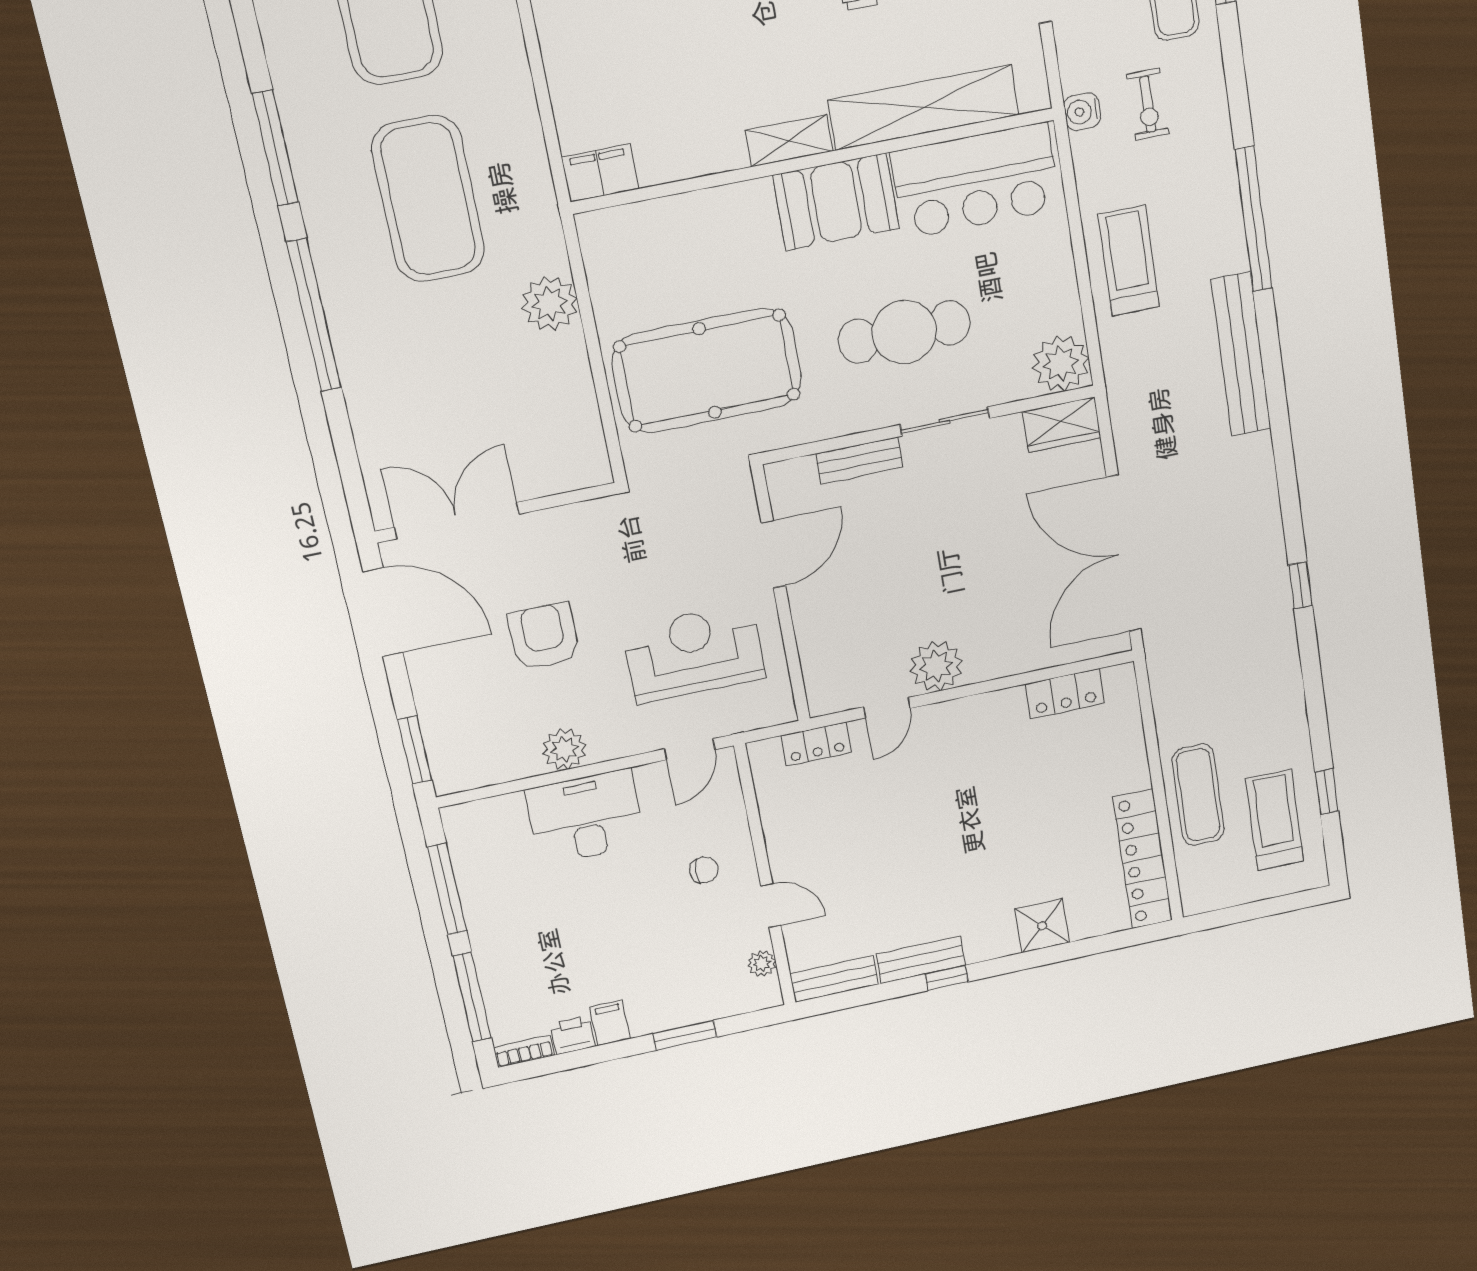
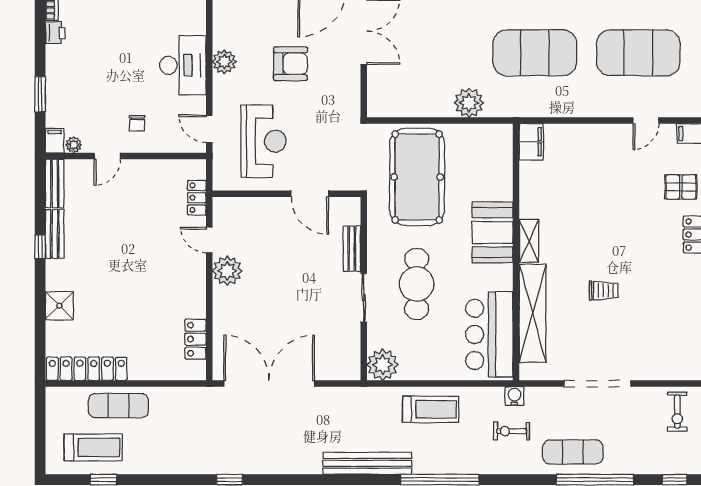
booth: (836, 202) -> (493, 232), moved
wardrobe: (1062, 425) -> (349, 360), removed
filing cabinet: (610, 1023) -> (55, 141), moved, turned -90

